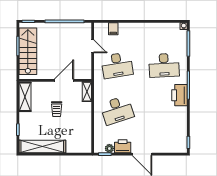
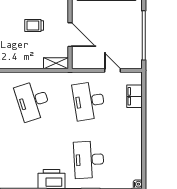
filing cabinet: (113, 29) -> (135, 96), width x2.00
door: (93, 46) -> (112, 70), swing flipped

